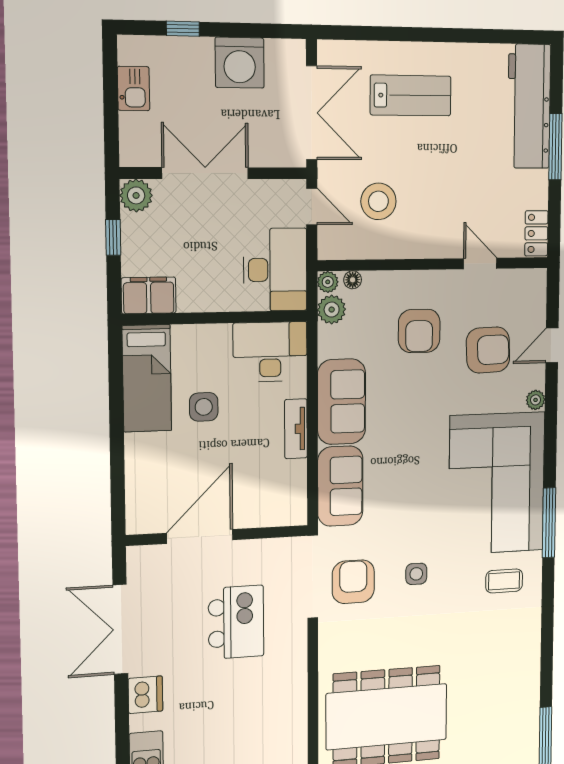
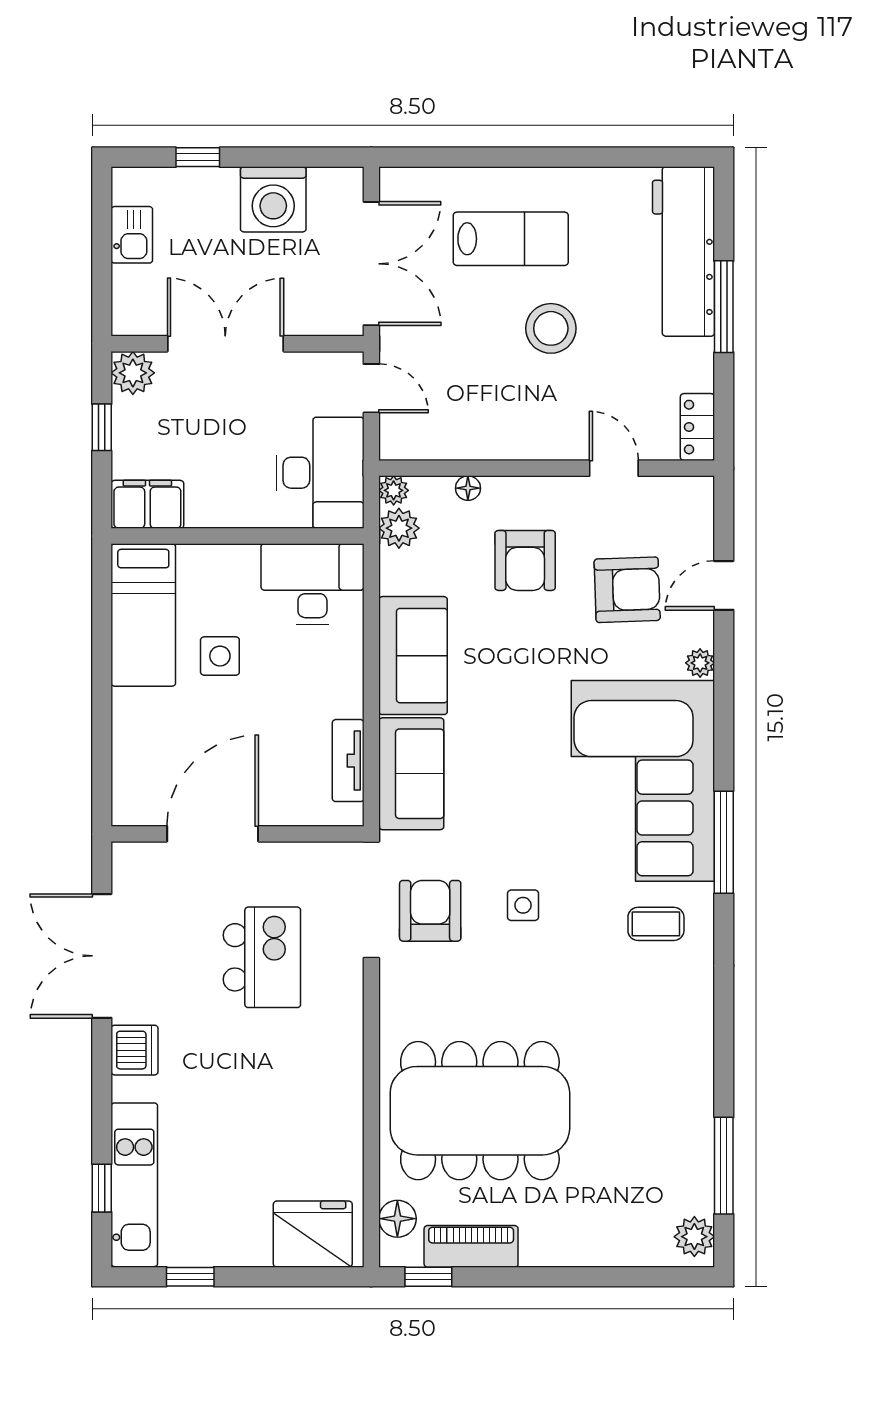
stool: (378, 201) -> (551, 328), moved
floor lamp: (353, 280) -> (468, 488), moved
tv unit: (296, 429) -> (348, 761), moved

